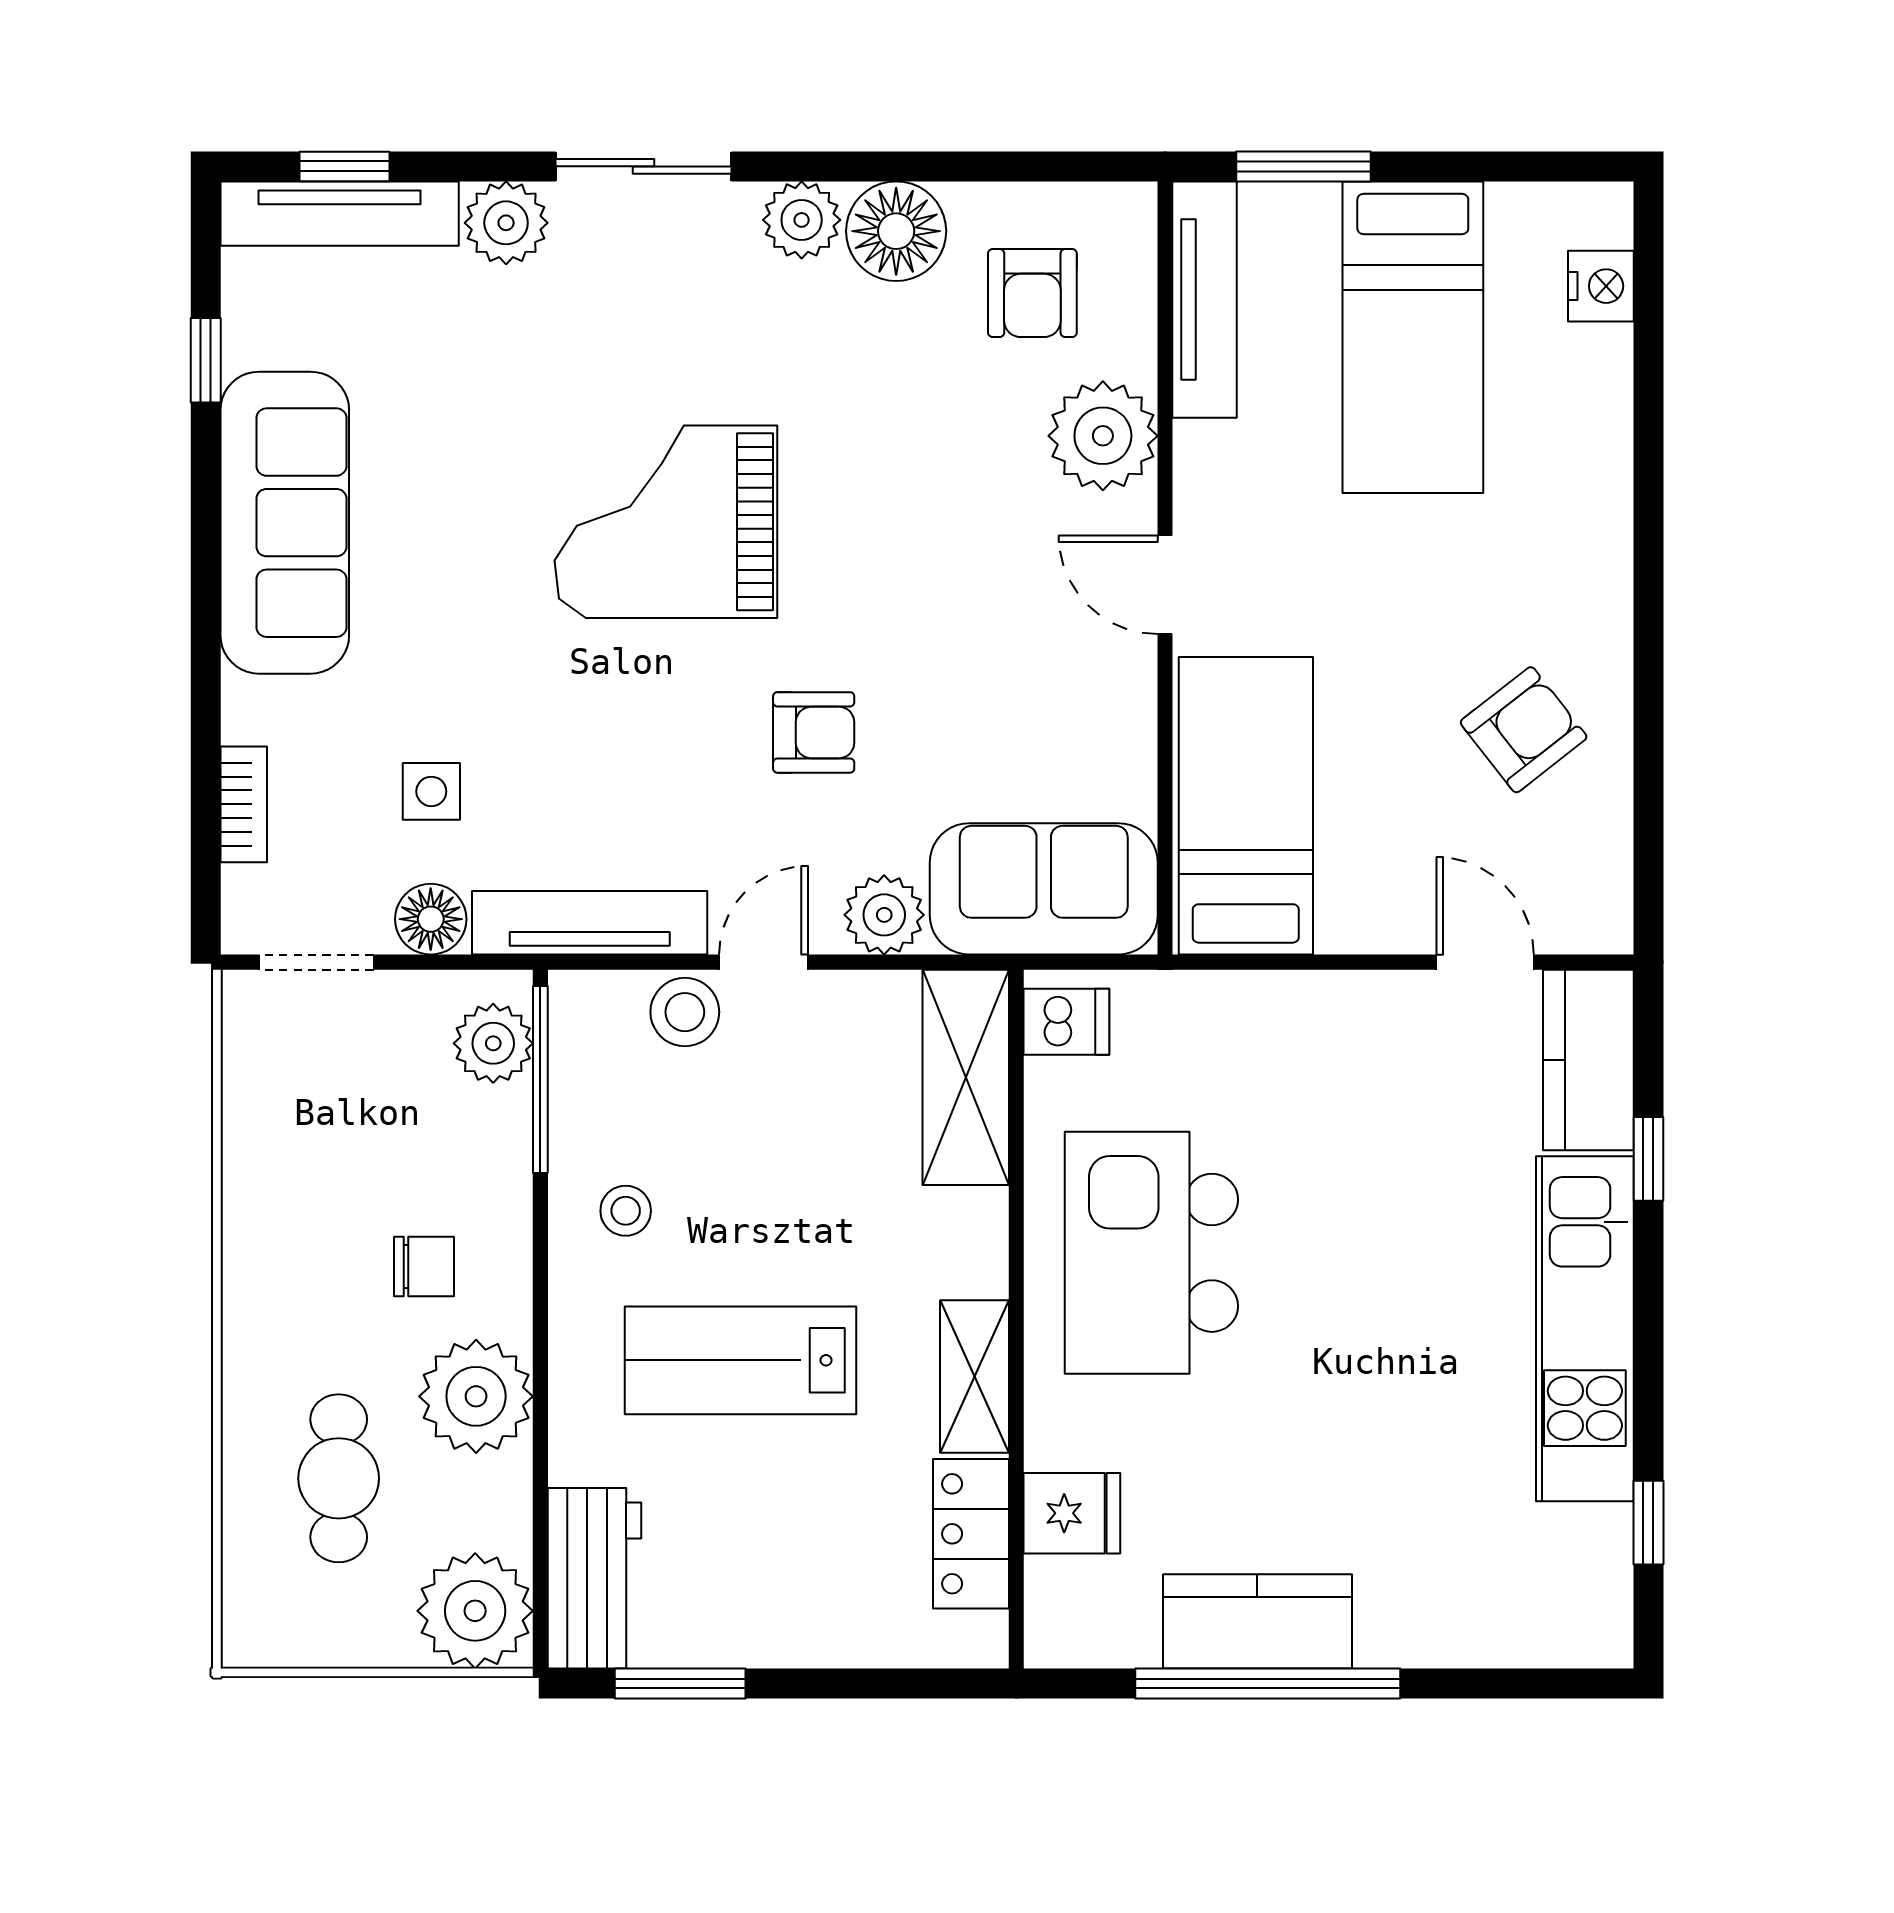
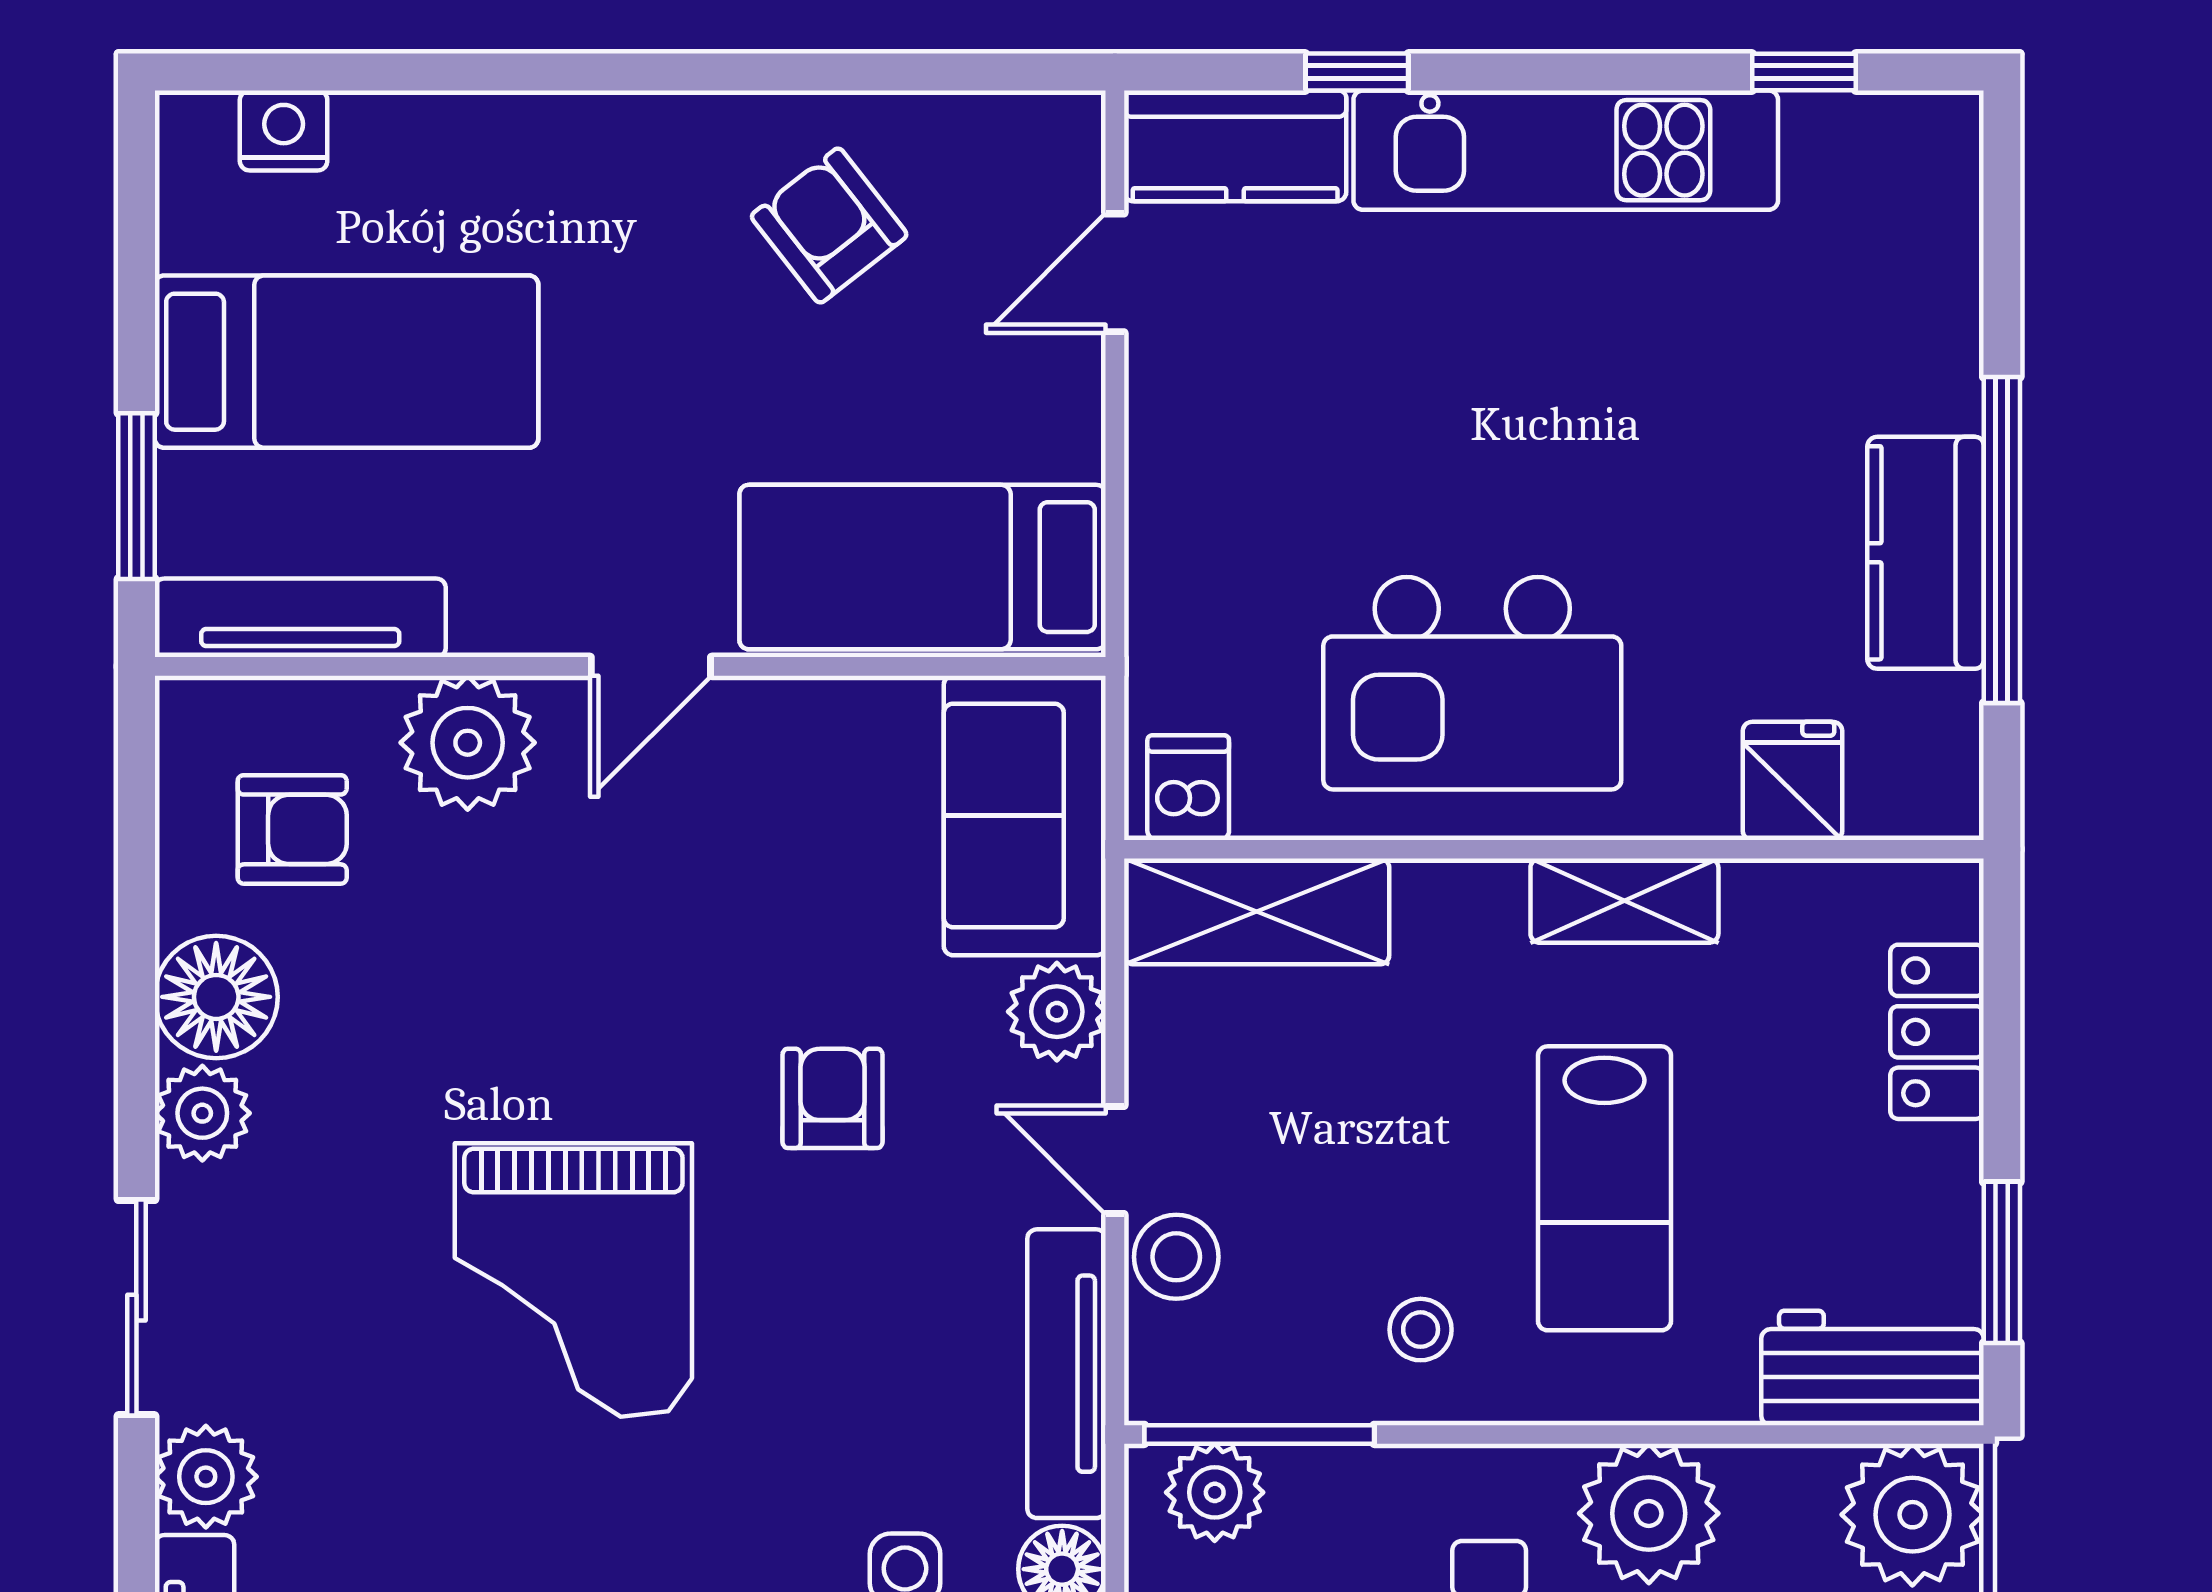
locker: (971, 1534) -> (1937, 1032), moved, turned 90

